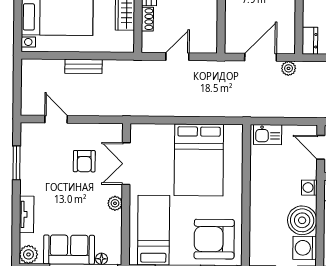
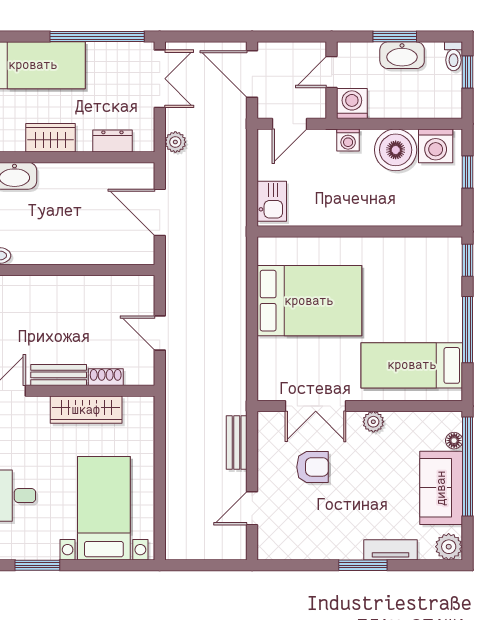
dresser: (310, 41) -> (112, 141), moved
bench: (84, 66) -> (237, 442), moved
plant: (289, 68) -> (175, 142), moved
window: (17, 163) -> (363, 565), moved
armchair: (214, 239) -> (424, 277), removed

